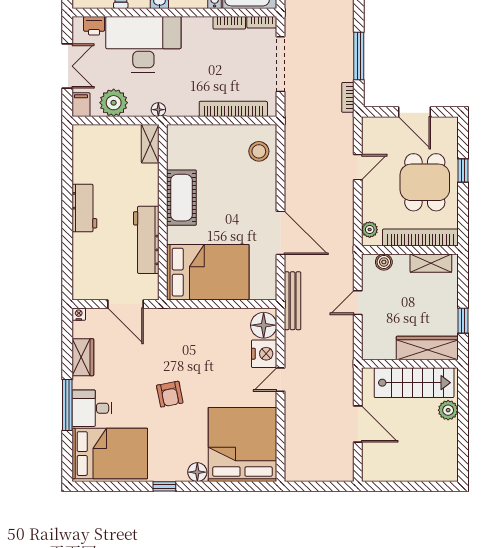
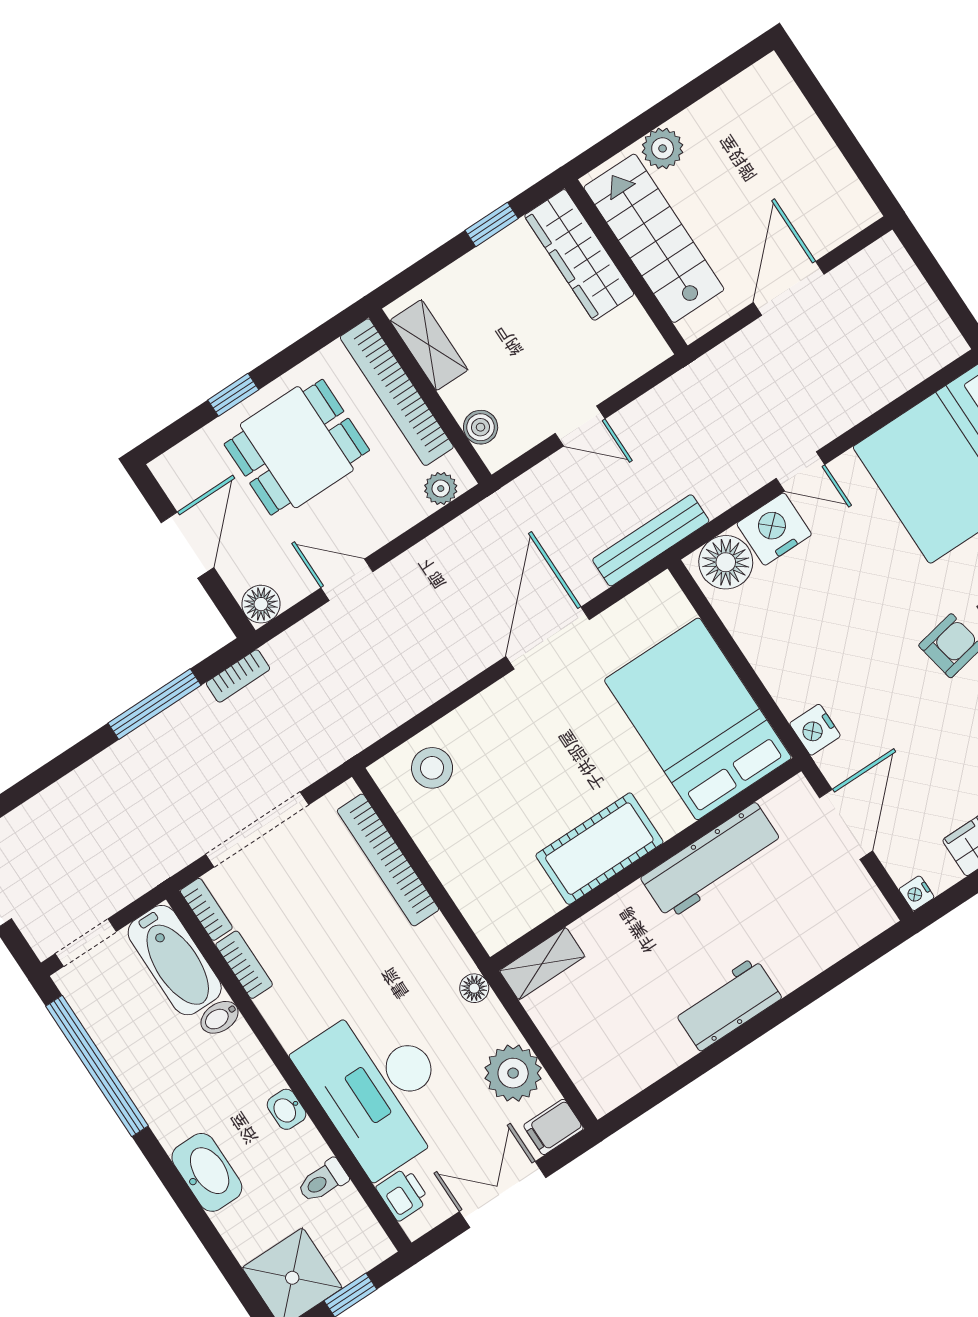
floor lamp: (371, 126) -> (261, 604), added
nightstand: (172, 317) -> (815, 730), added

